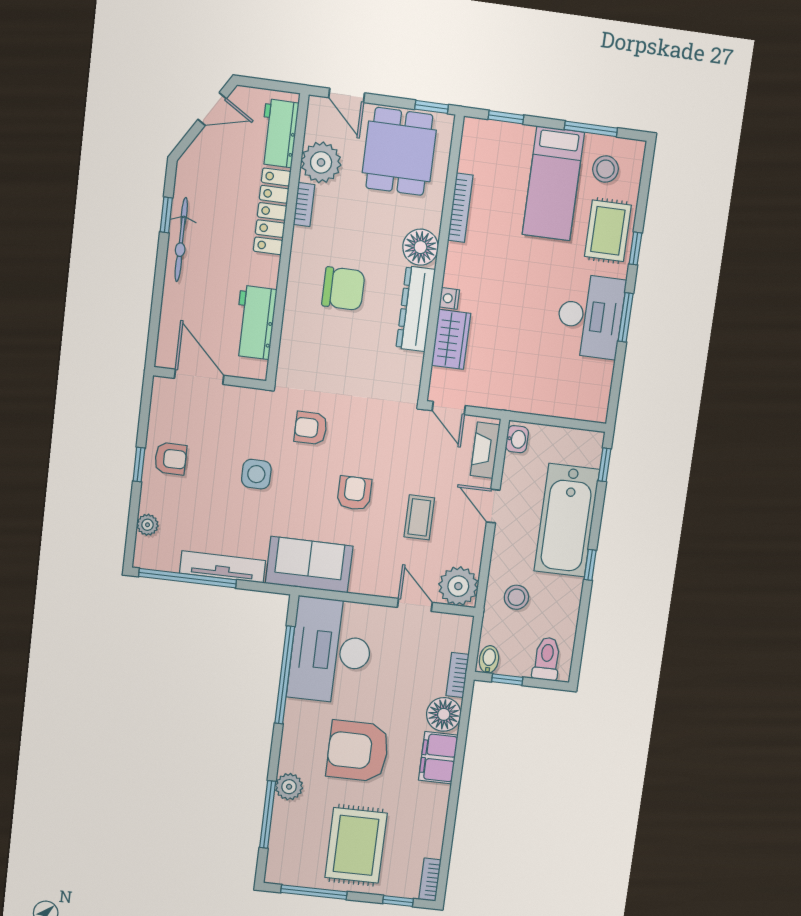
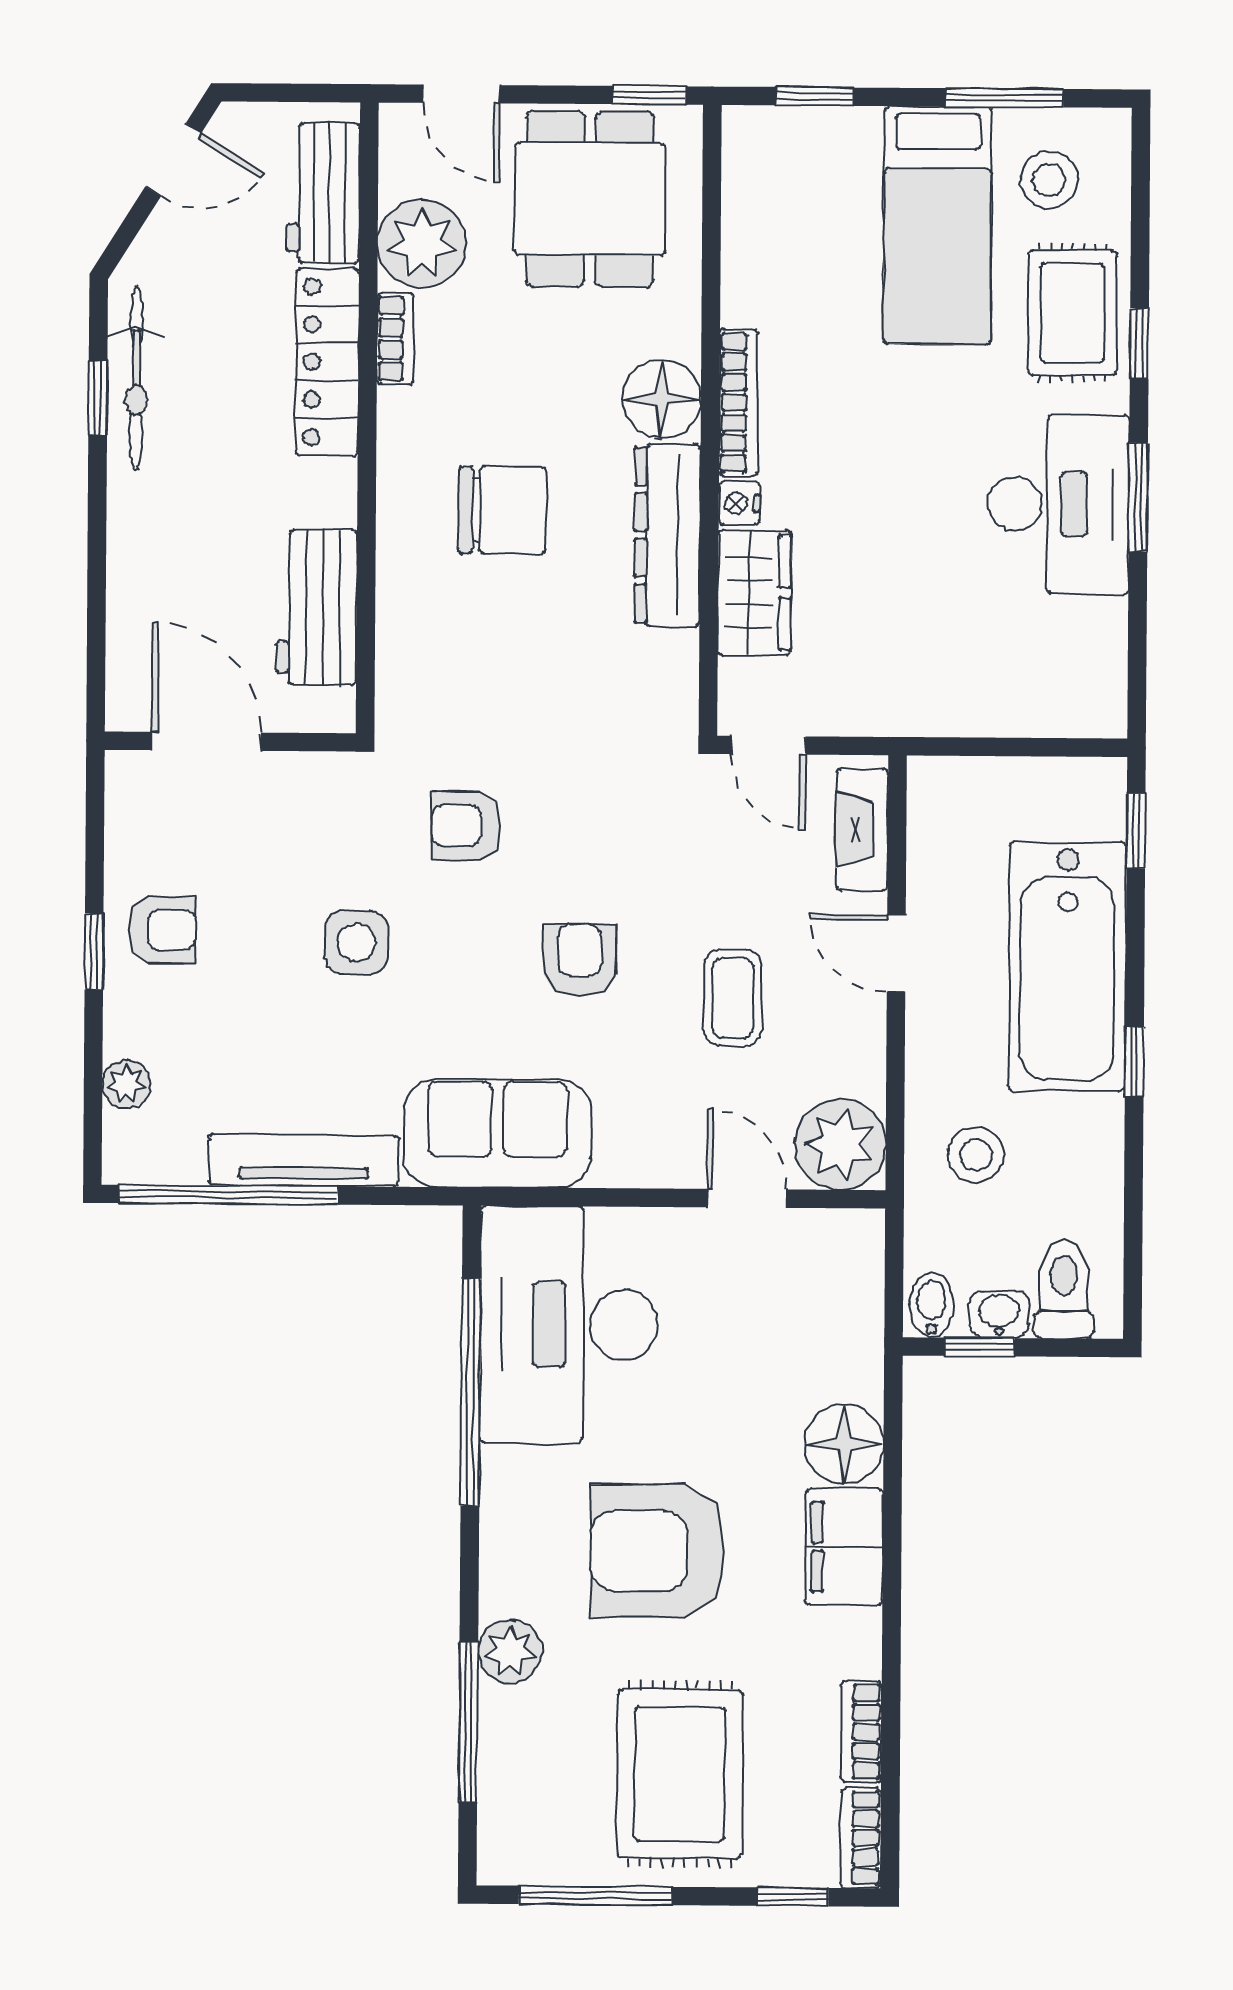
bookcase: (460, 208) -> (738, 403), moved
bicycle: (181, 240) -> (136, 378), moved
washbasin: (517, 439) -> (999, 1314), moved, turned -90
bookcase: (457, 675) -> (861, 1732), moved

